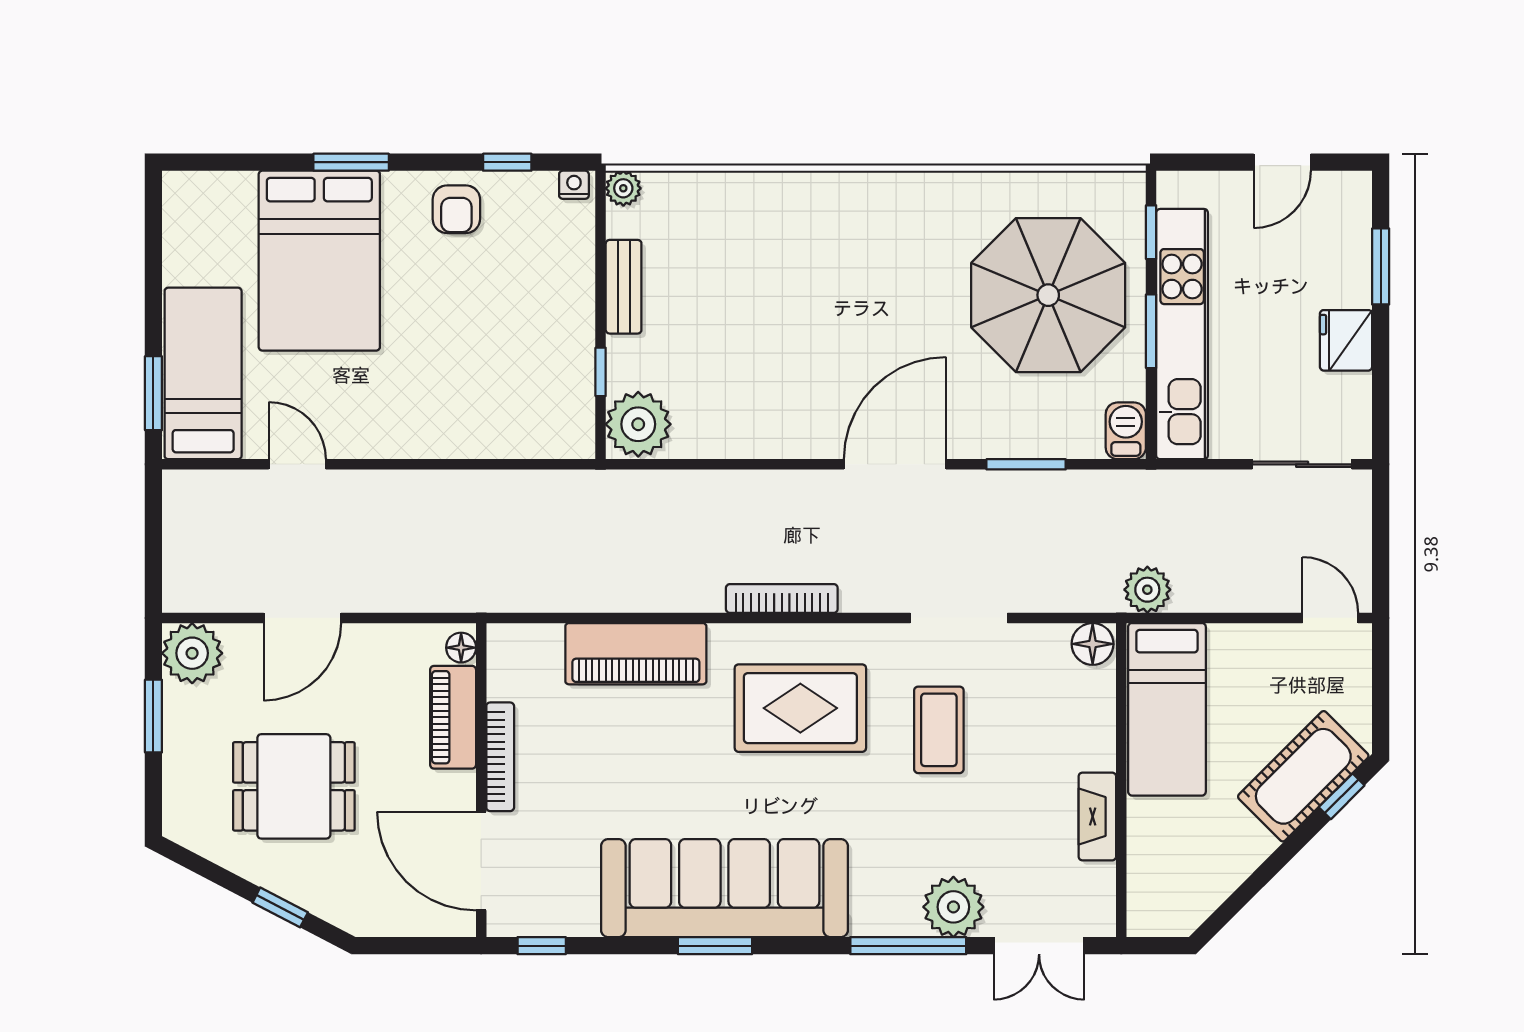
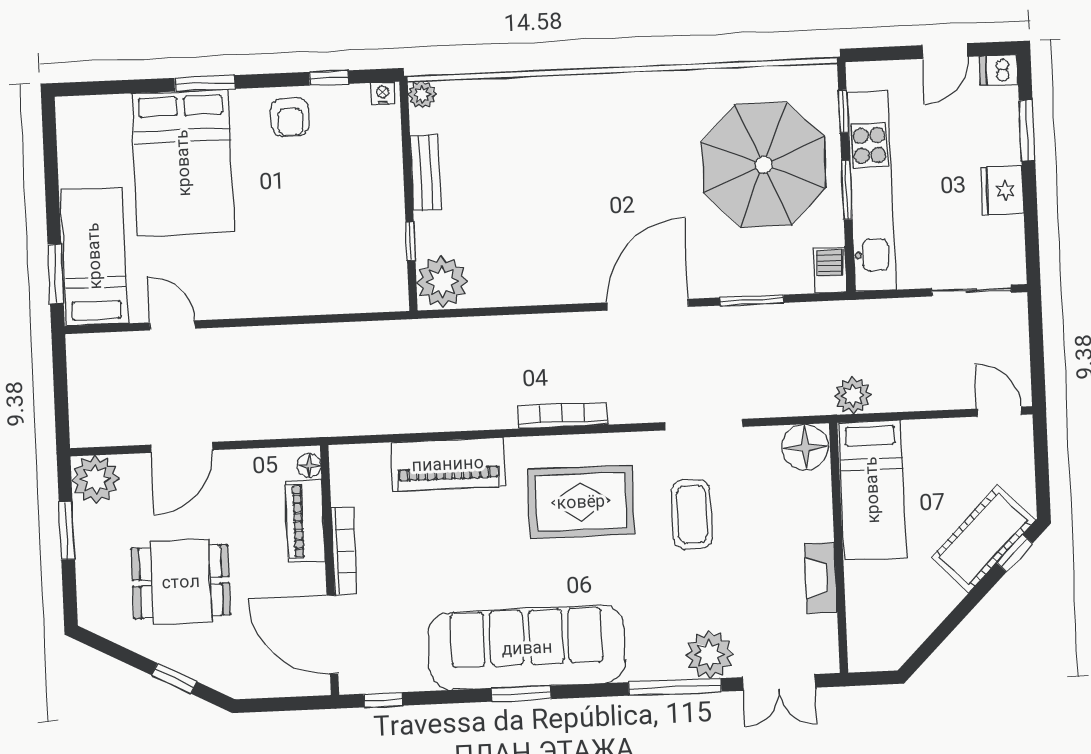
dishwasher: (1349, 189) -> (999, 70), added
floor lamp: (1093, 644) -> (805, 447), width x1.38, depth x1.38

